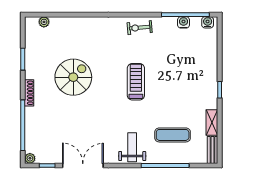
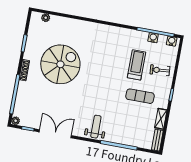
exercise bike: (140, 28) -> (160, 70), moved
spiral stairs: (73, 77) -> (60, 64), width x1.37, depth x1.37
treadmill: (136, 82) -> (137, 65), moved
exercise mat: (173, 135) -> (140, 96), moved

